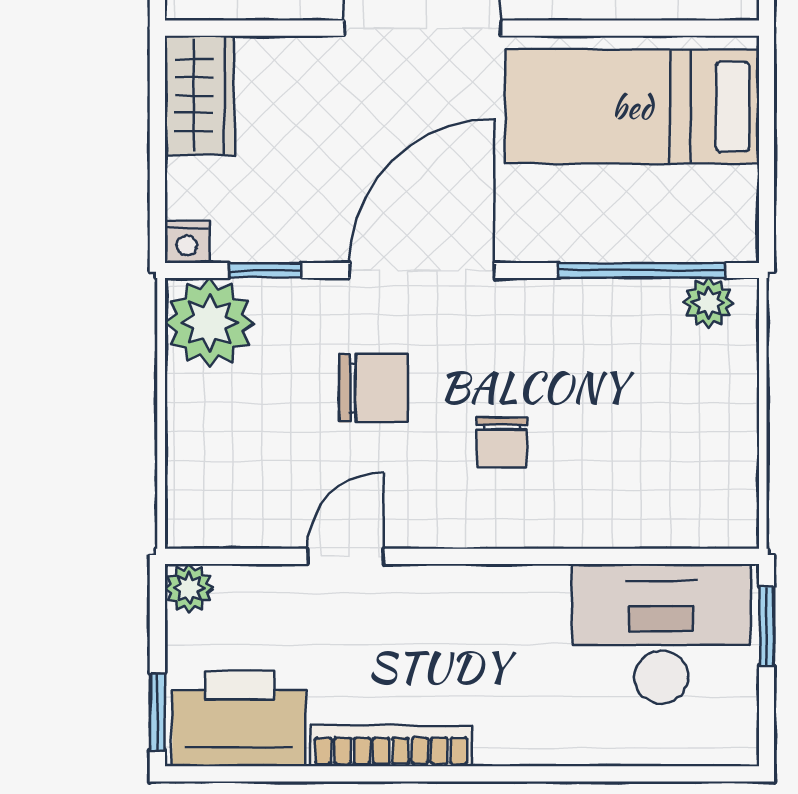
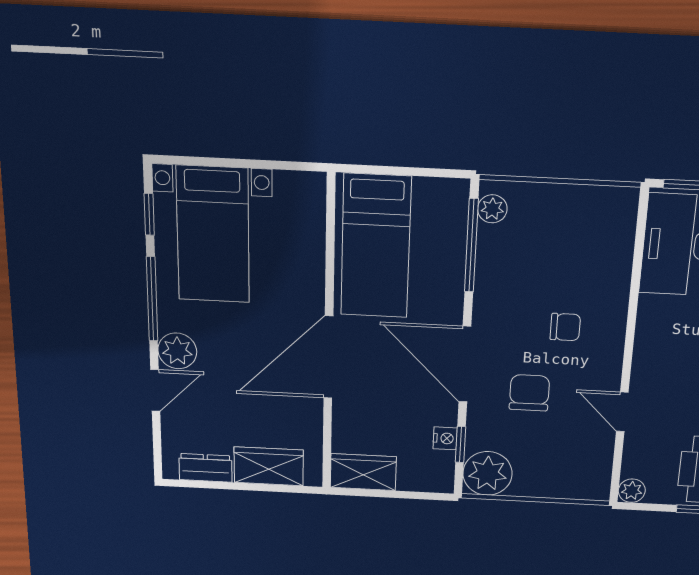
nightstand: (187, 242) -> (445, 438), moved

